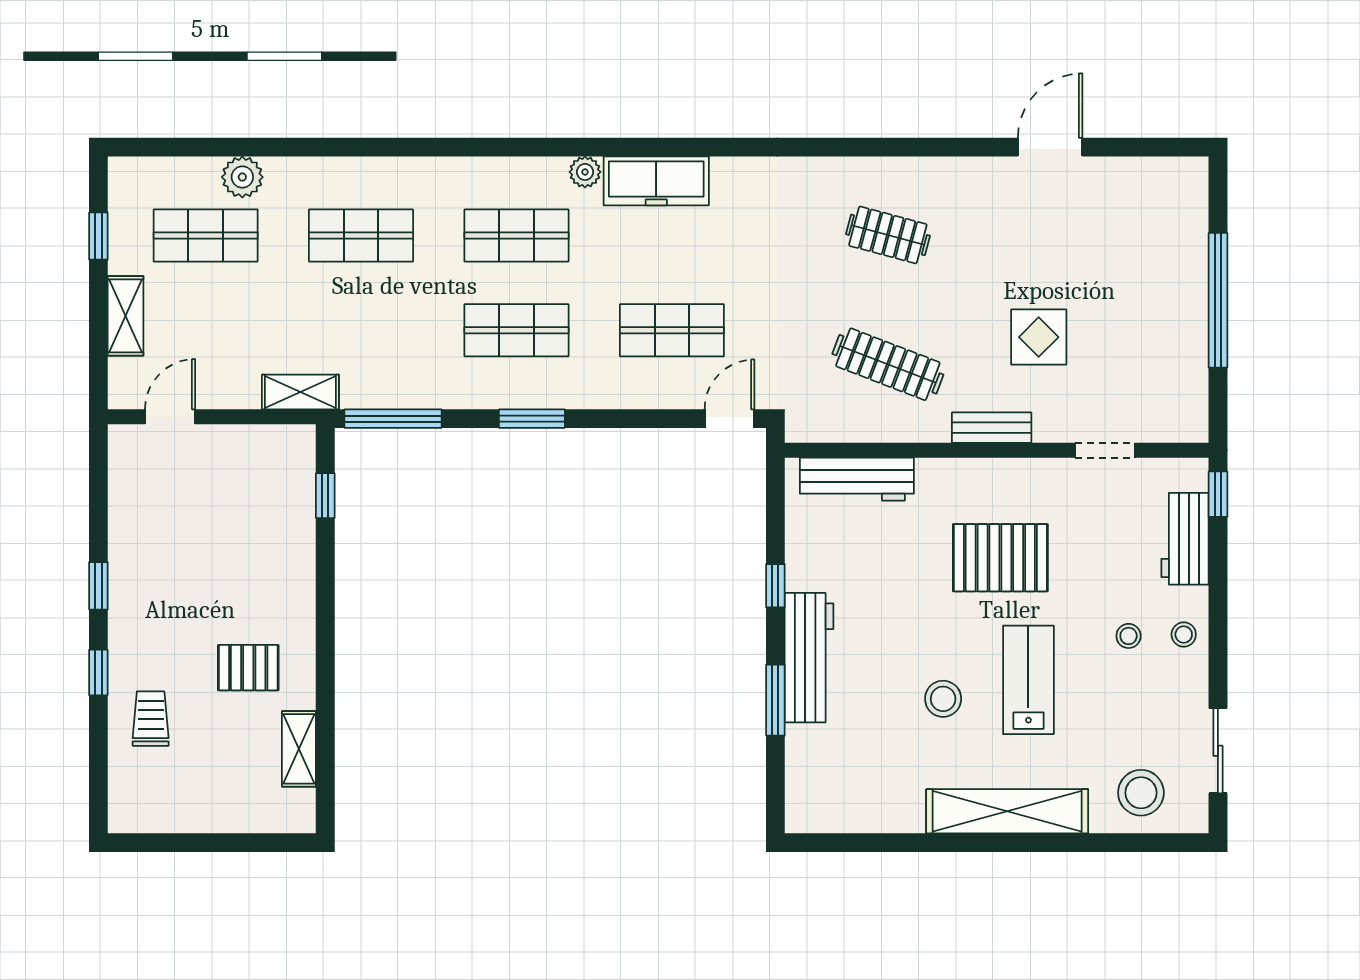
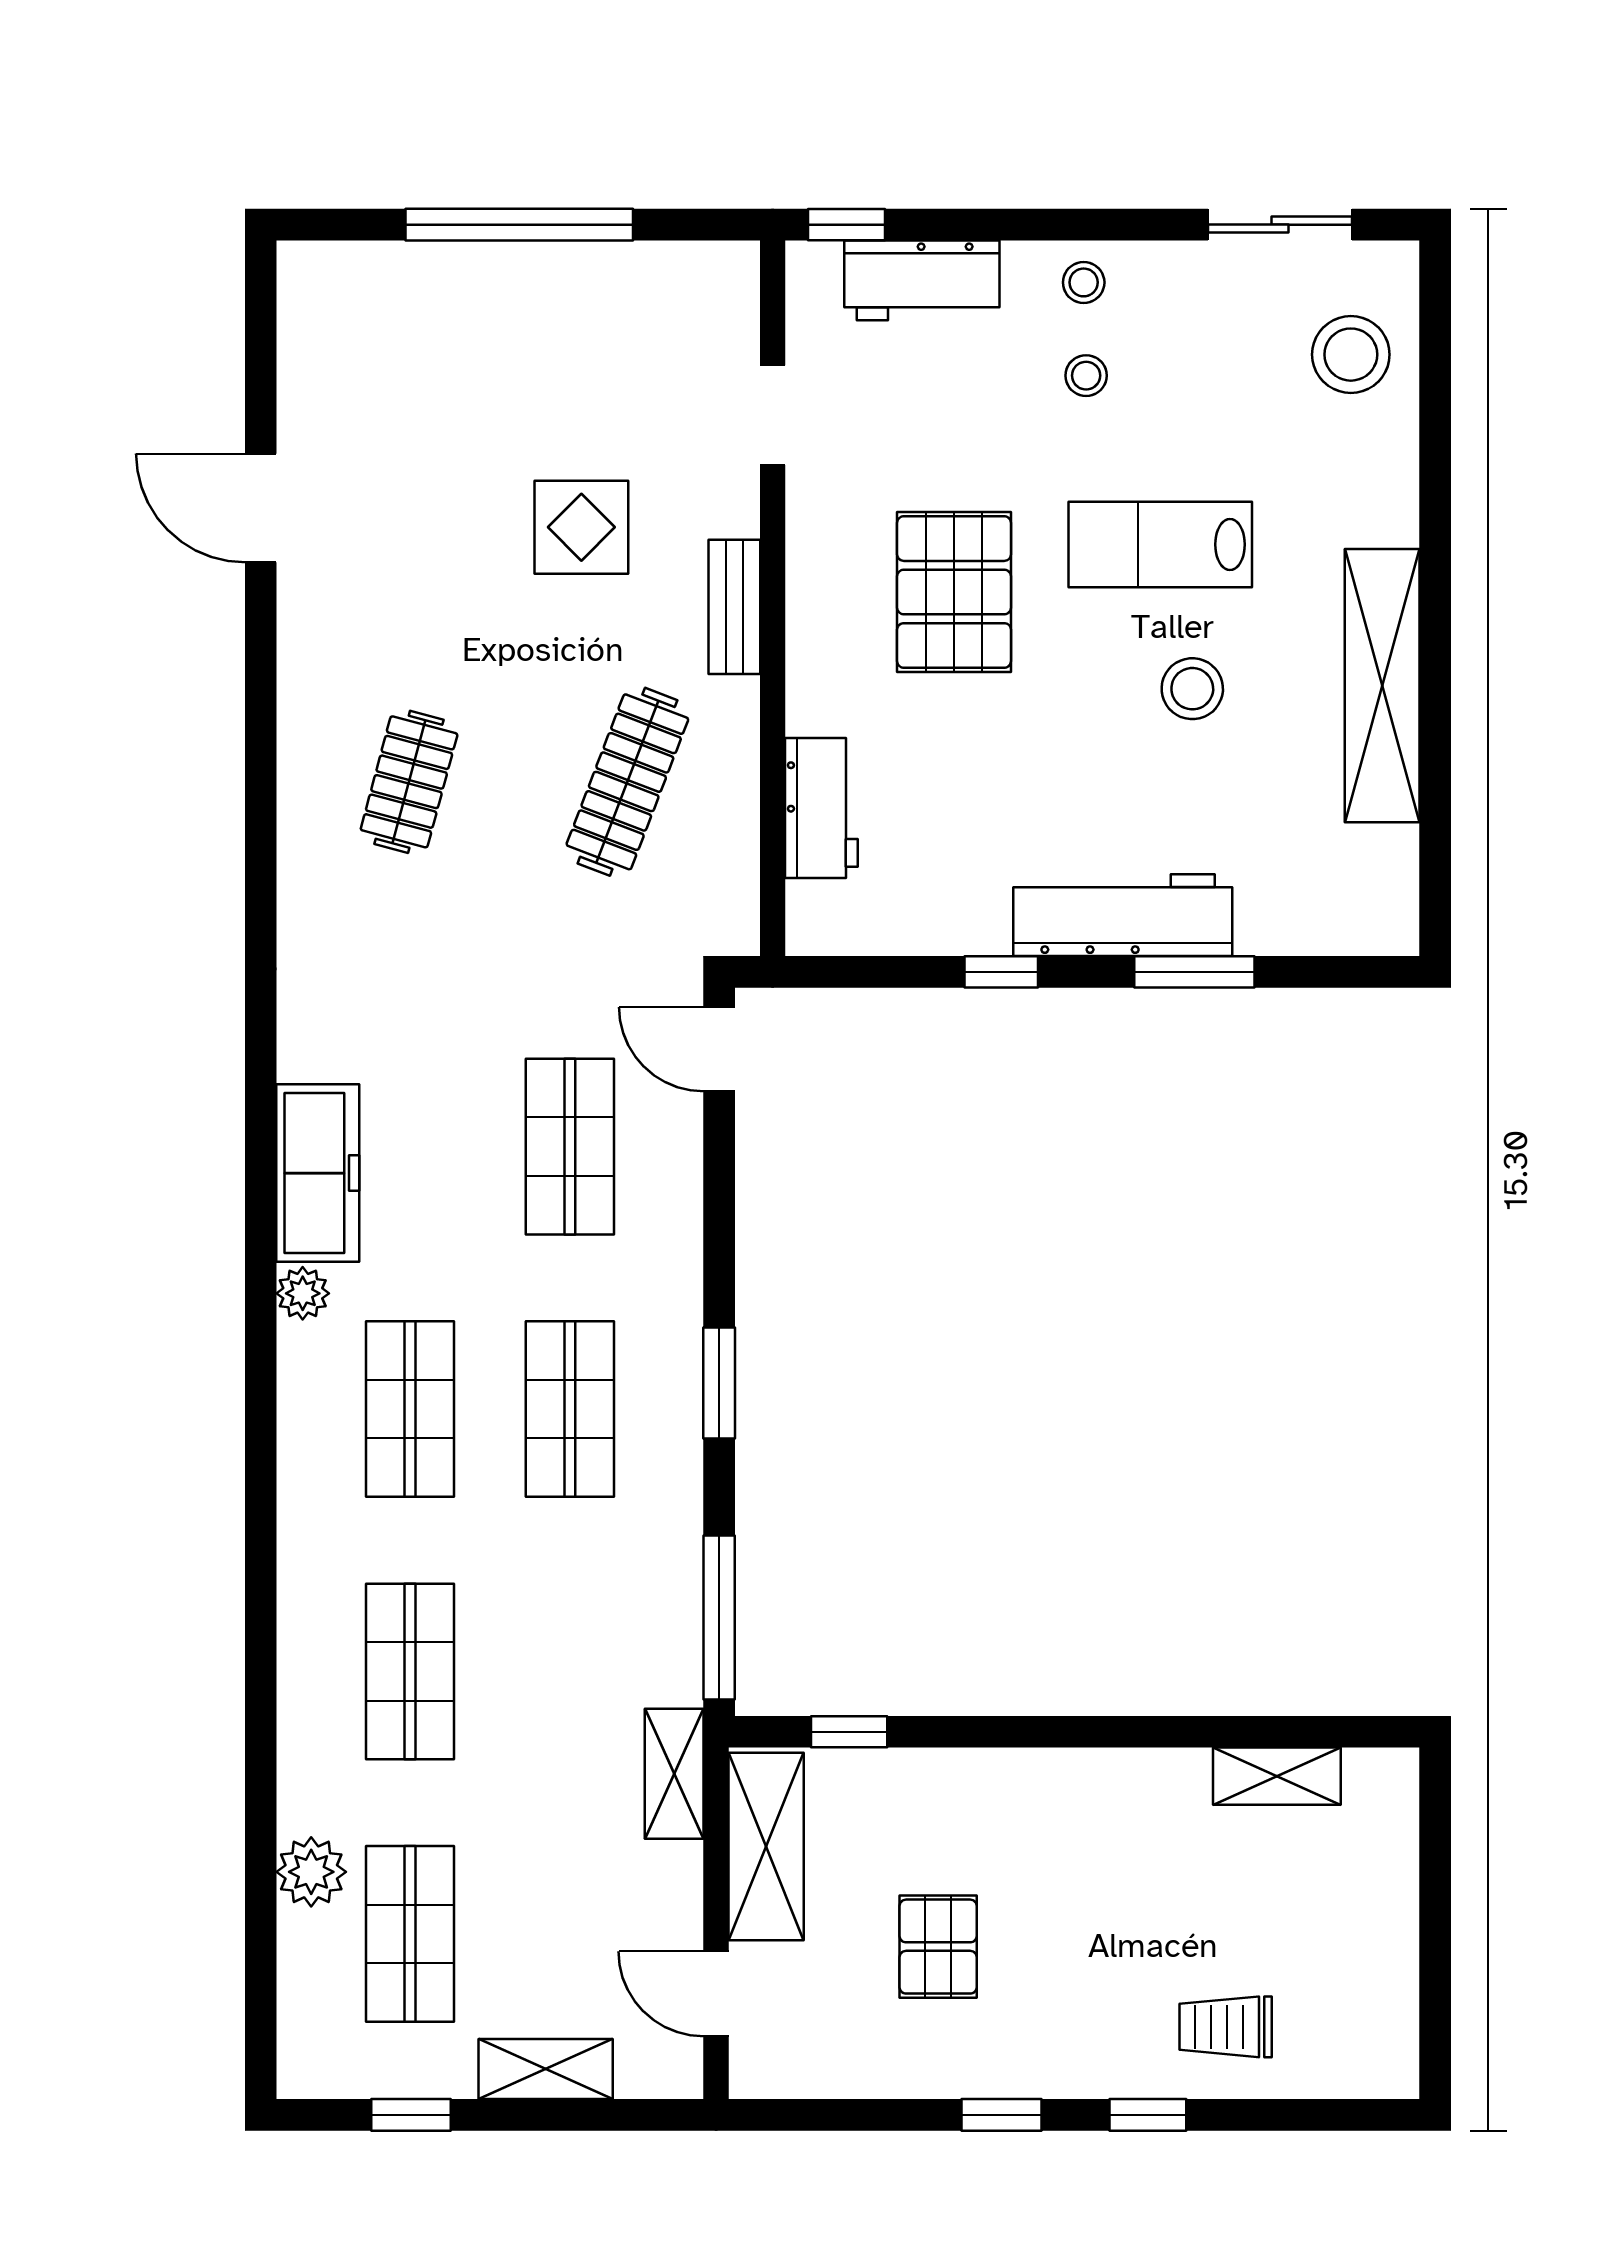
shelving: (257, 446) -> (766, 1846), added
workbench: (857, 479) -> (821, 808), width x0.73
pallet: (248, 668) -> (938, 1947), moved
shelving: (1007, 811) -> (1382, 686), moved

